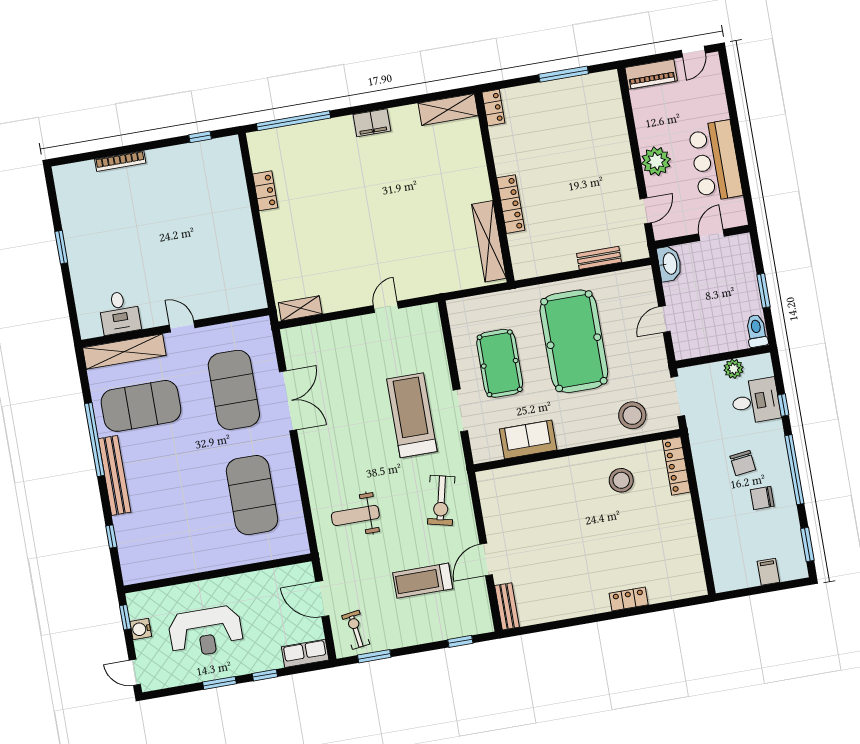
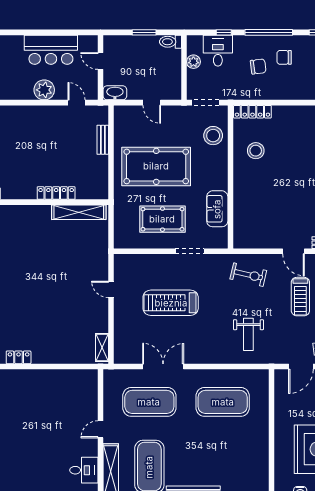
treadmill: (412, 415) -> (171, 303), moved
chair: (762, 498) -> (284, 57), turned 90

